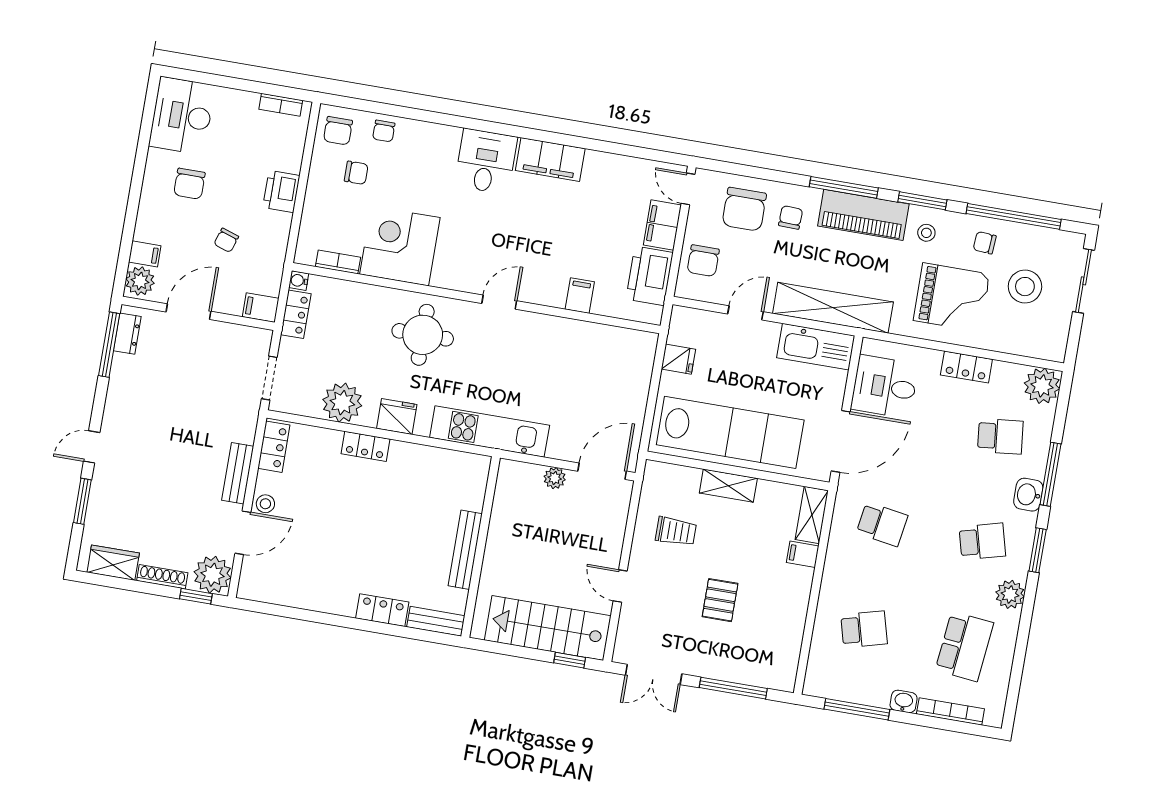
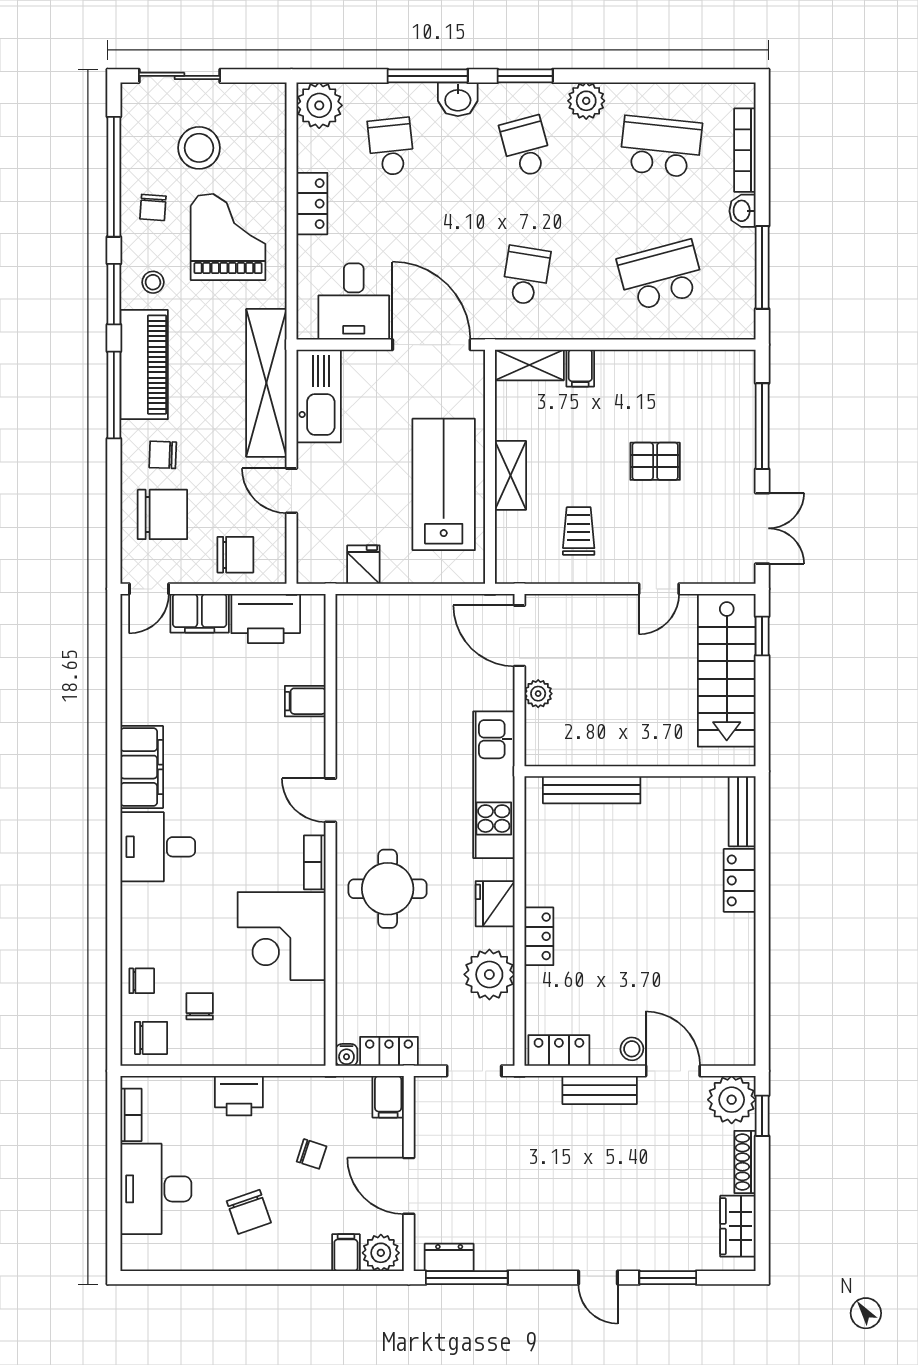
desk: (182, 116) -> (156, 1189), moved, turned 90
chair: (189, 184) -> (249, 1212), turned 71
bookcase: (338, 262) -> (315, 862), moved
lab bench: (730, 432) -> (444, 484), width x0.73
bench: (465, 550) -> (592, 790), moved
school desk: (864, 629) -> (661, 276), width x1.85

